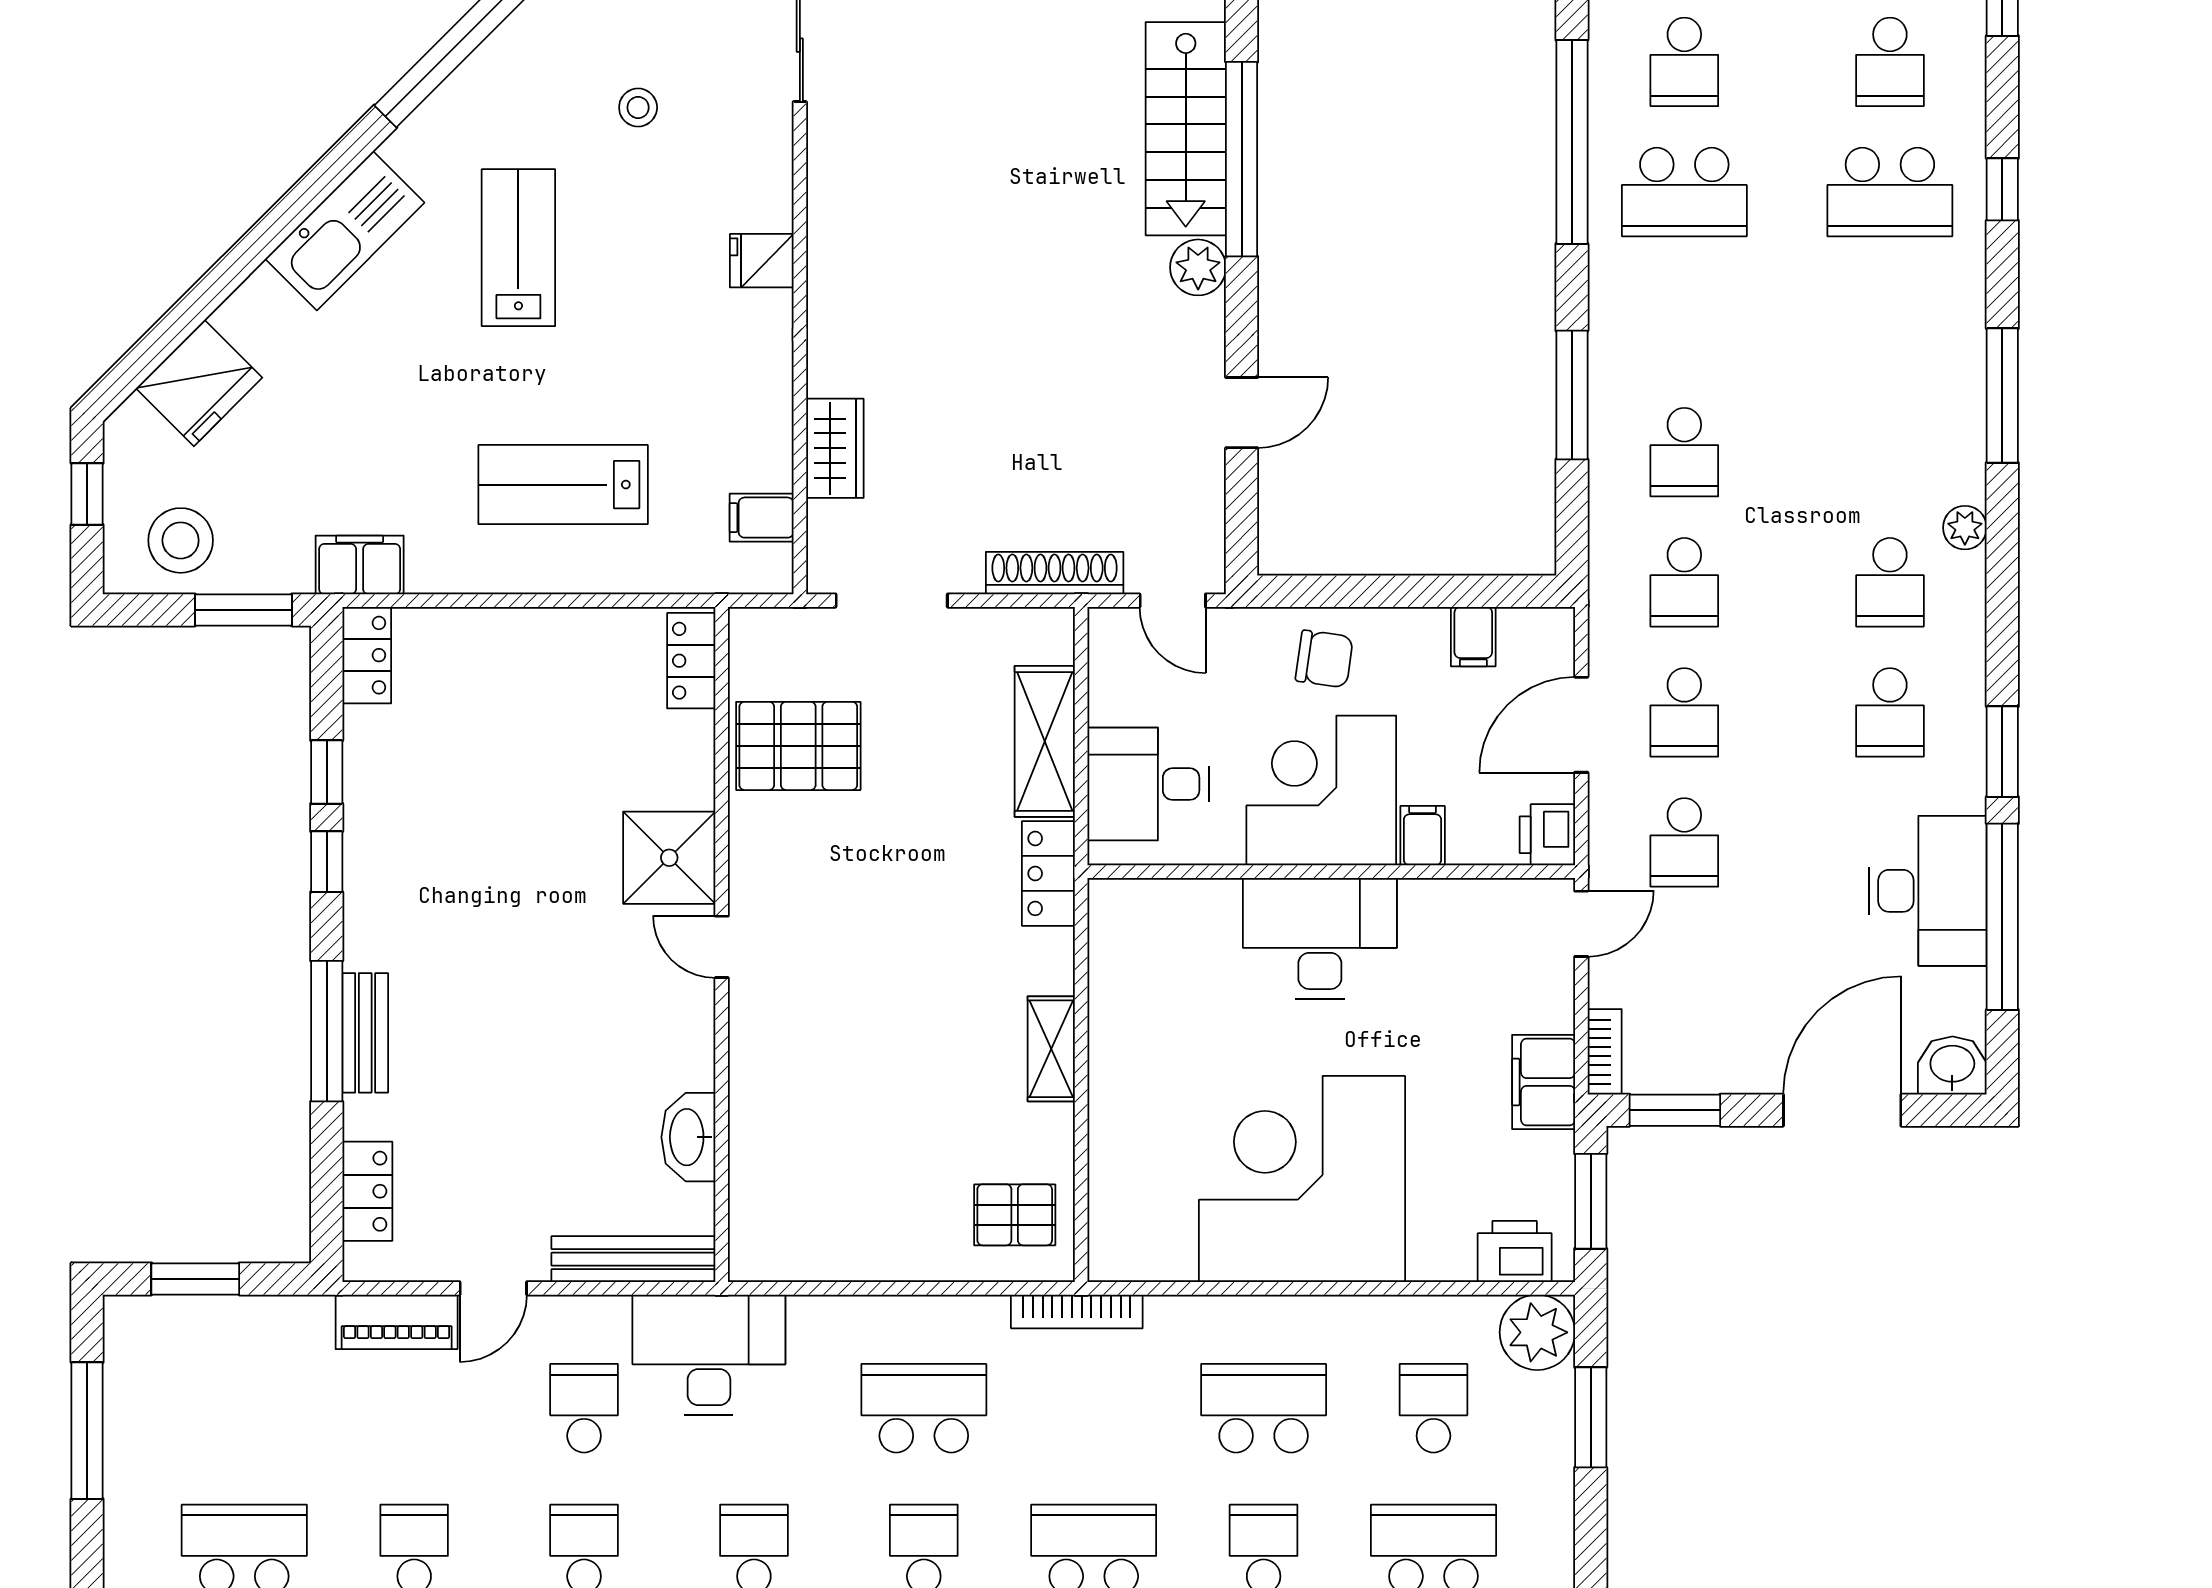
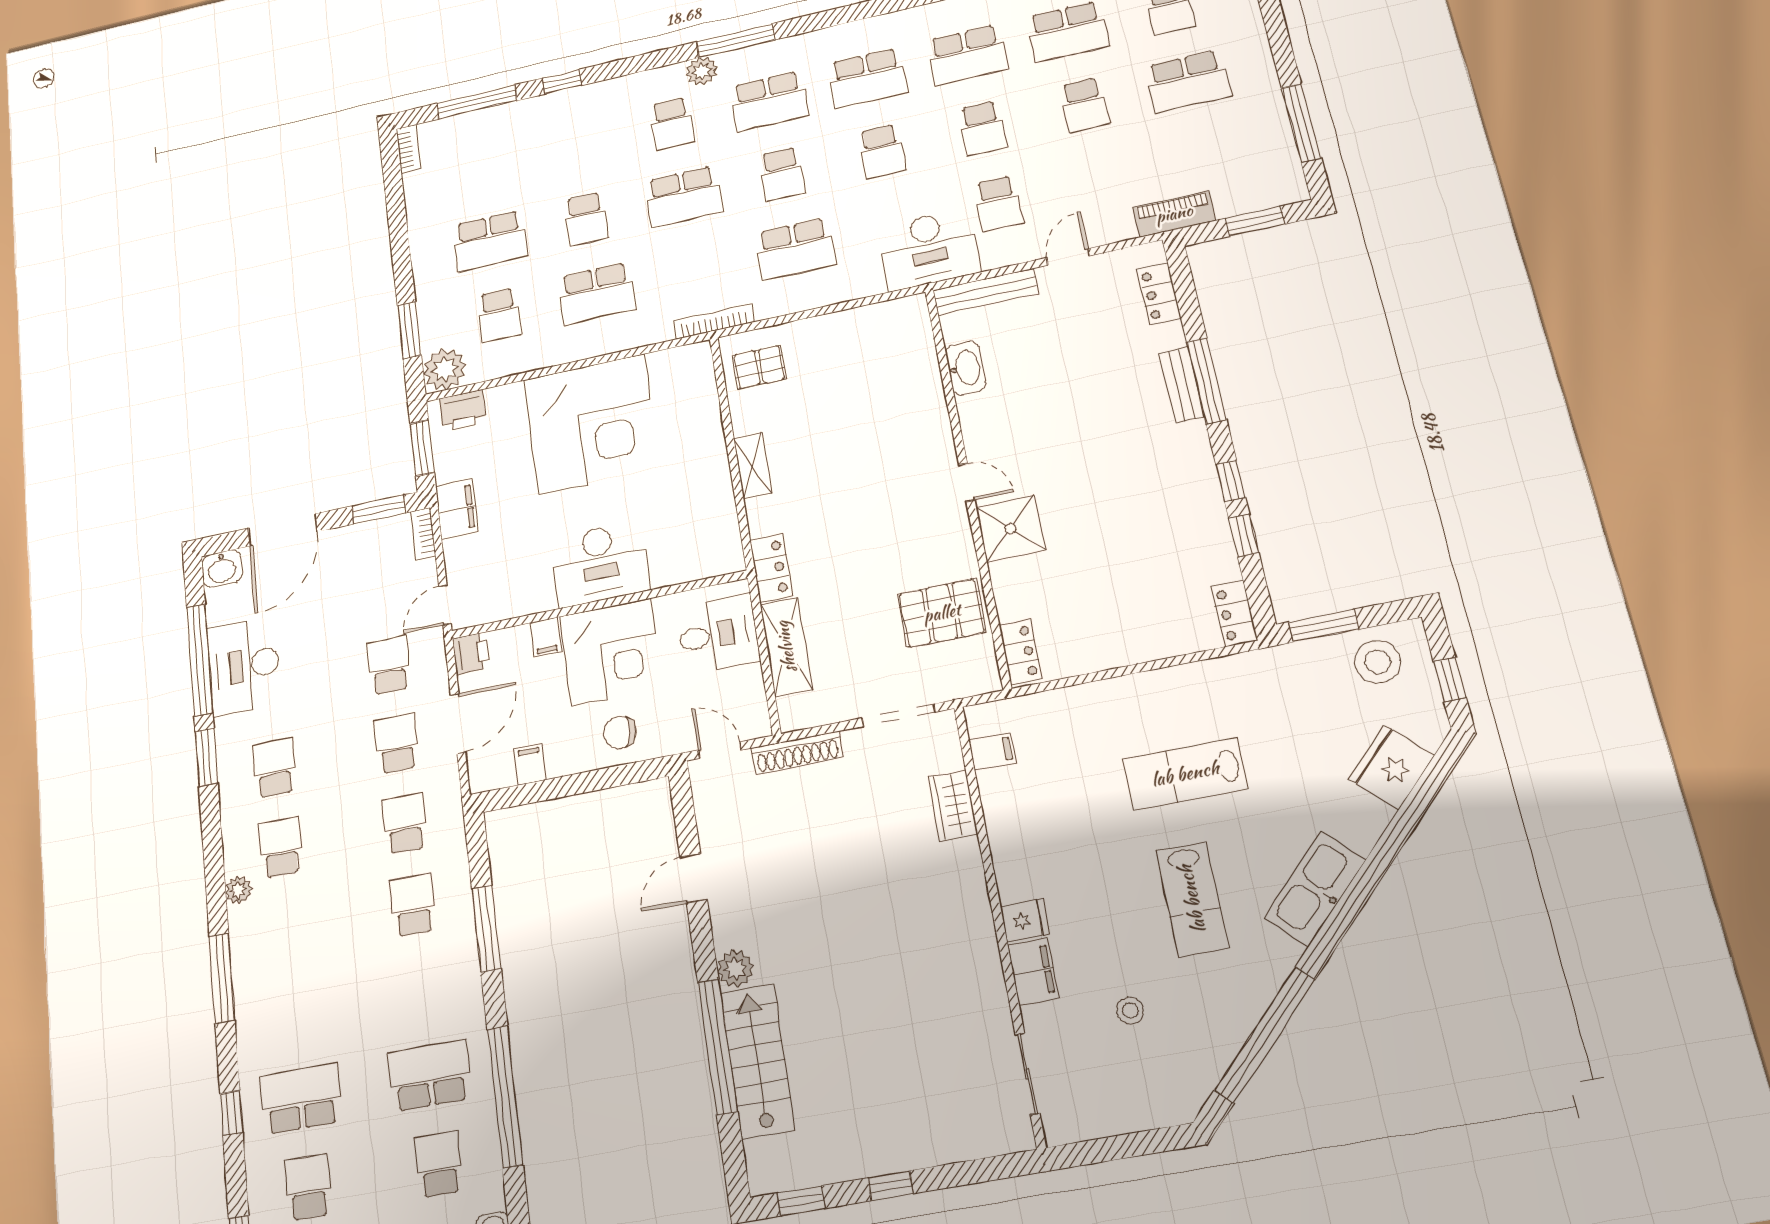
lab bench: (563, 485) -> (1185, 774), moved, turned 180
filing cabinet: (360, 565) -> (1033, 972), moved, turned -90
piano: (397, 1322) -> (1174, 214), moved

